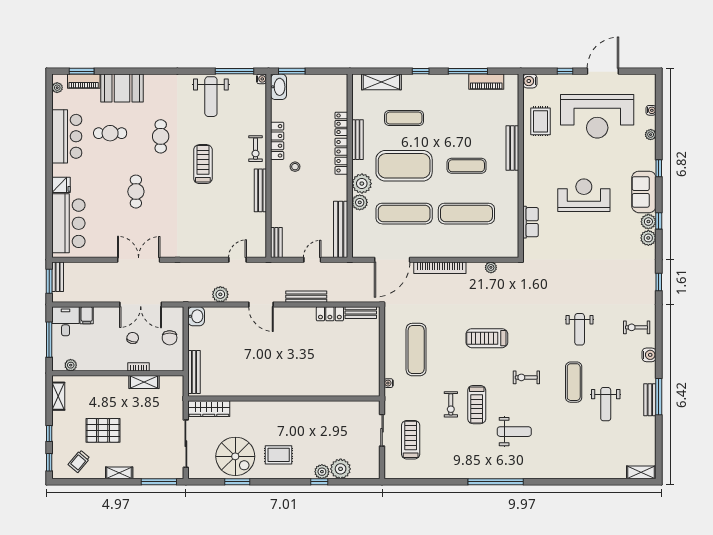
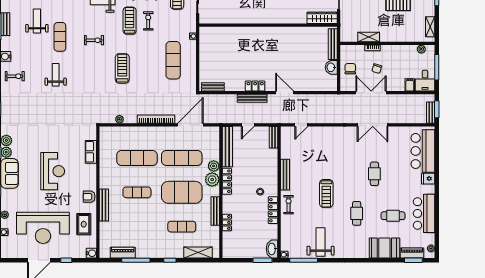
reception desk: (597, 116) -> (43, 228), turned 180
locker: (341, 156) -> (227, 181), moved
armchair: (533, 160) -> (89, 197), added
reception desk: (584, 195) -> (53, 171), turned -90
plant: (220, 294) -> (314, 100), removed
locker: (330, 314) -> (255, 86), moved
washbasin: (196, 316) -> (331, 67), moved
treadmill: (487, 338) -> (122, 68), turned -90

